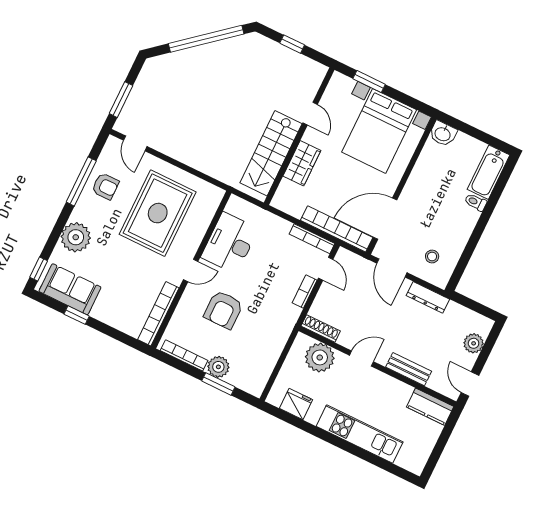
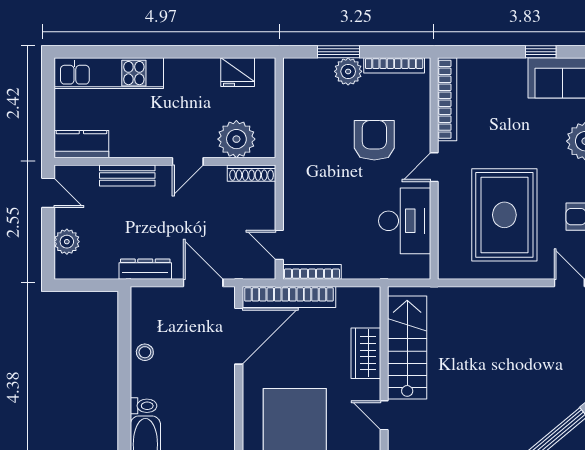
stool: (432, 257) -> (145, 352), moved
bookcase: (305, 292) -> (291, 207), removed
kitchen unit: (360, 434) -> (109, 73), moved

